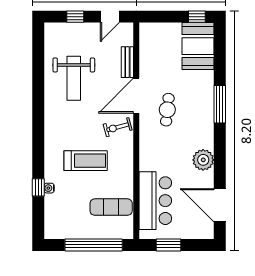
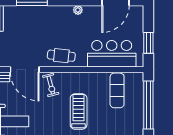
cafe table: (167, 110) -> (61, 56), moved
plant: (203, 160) -> (78, 10), width x0.53, depth x0.53

